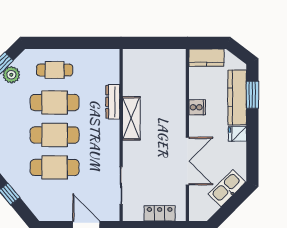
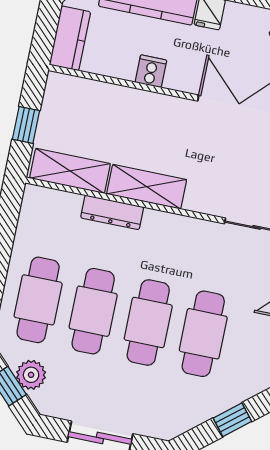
window: (152, 43) -> (26, 125), added
cafe table: (55, 70) -> (38, 300), width x1.37, depth x1.35
shelving: (131, 73) -> (70, 171), added

